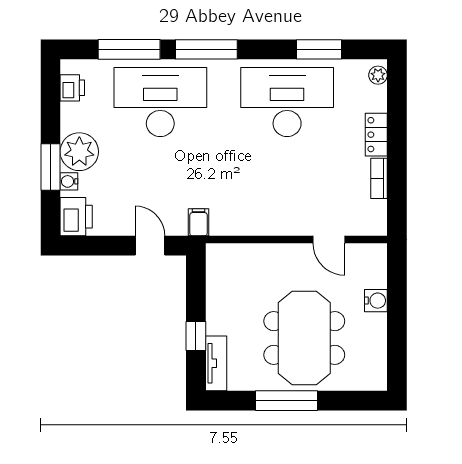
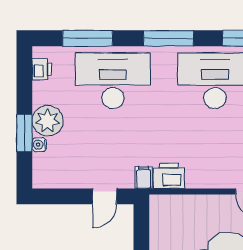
window: (206, 49) -> (169, 38), moved
printer: (76, 217) -> (169, 176), moved, turned -90
door: (150, 246) -> (105, 196), swing flipped

